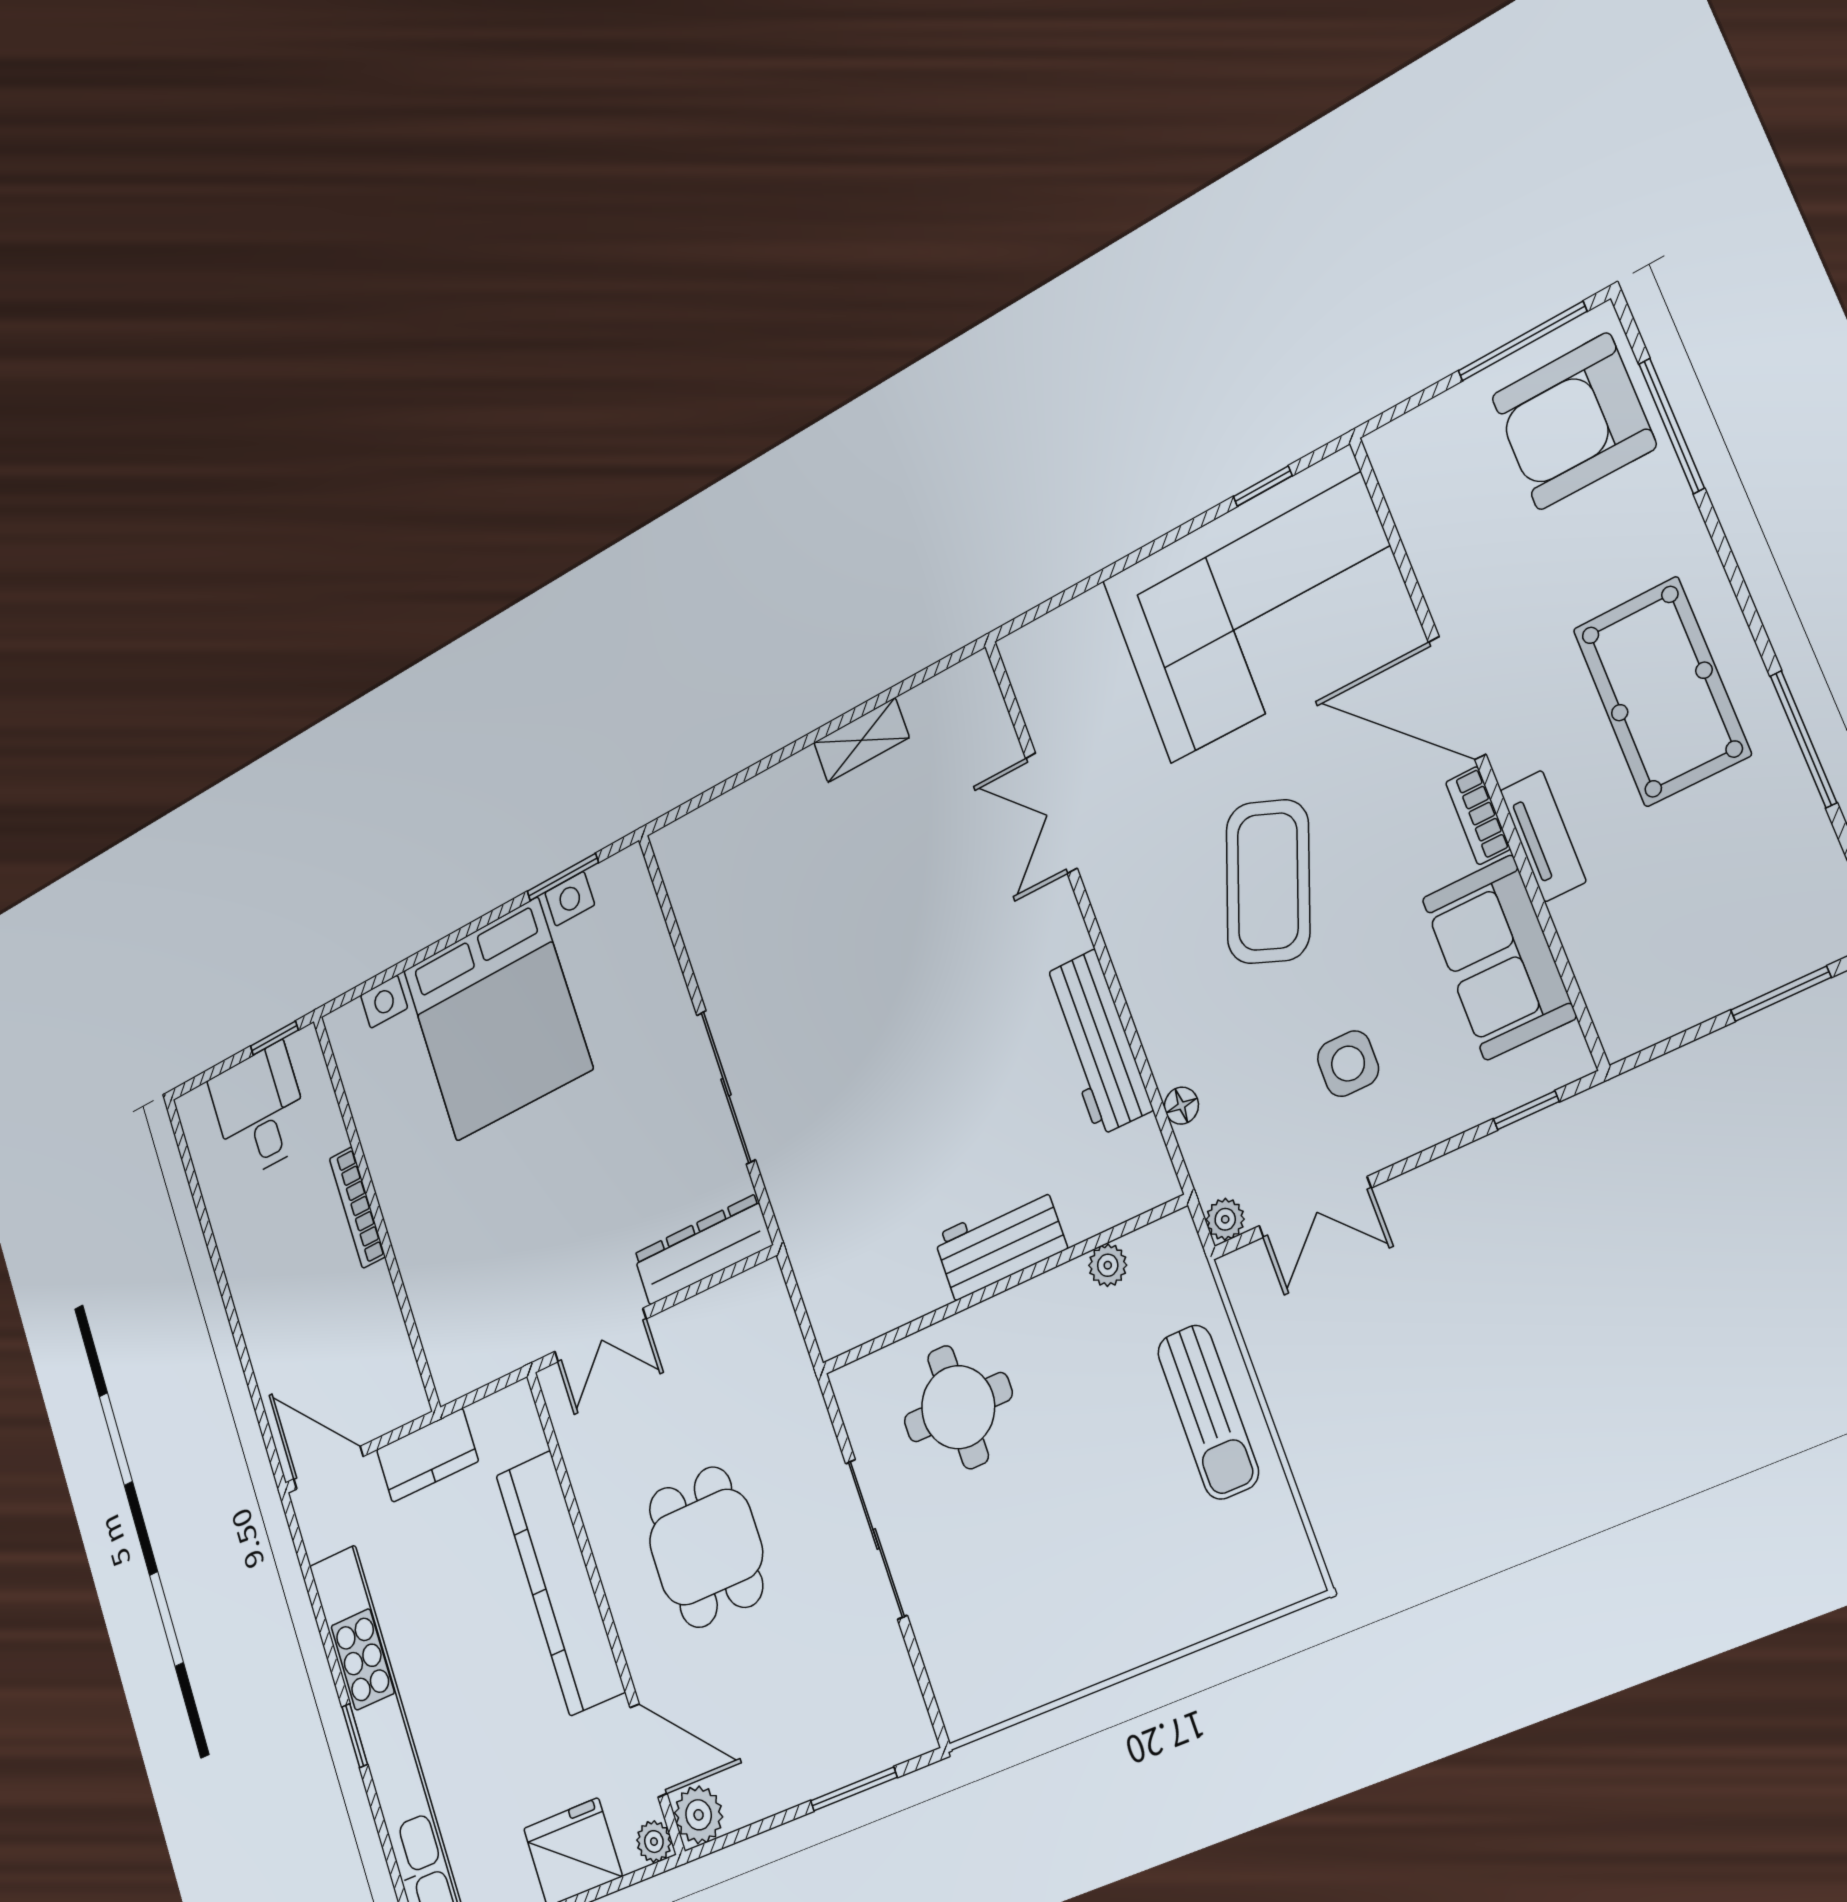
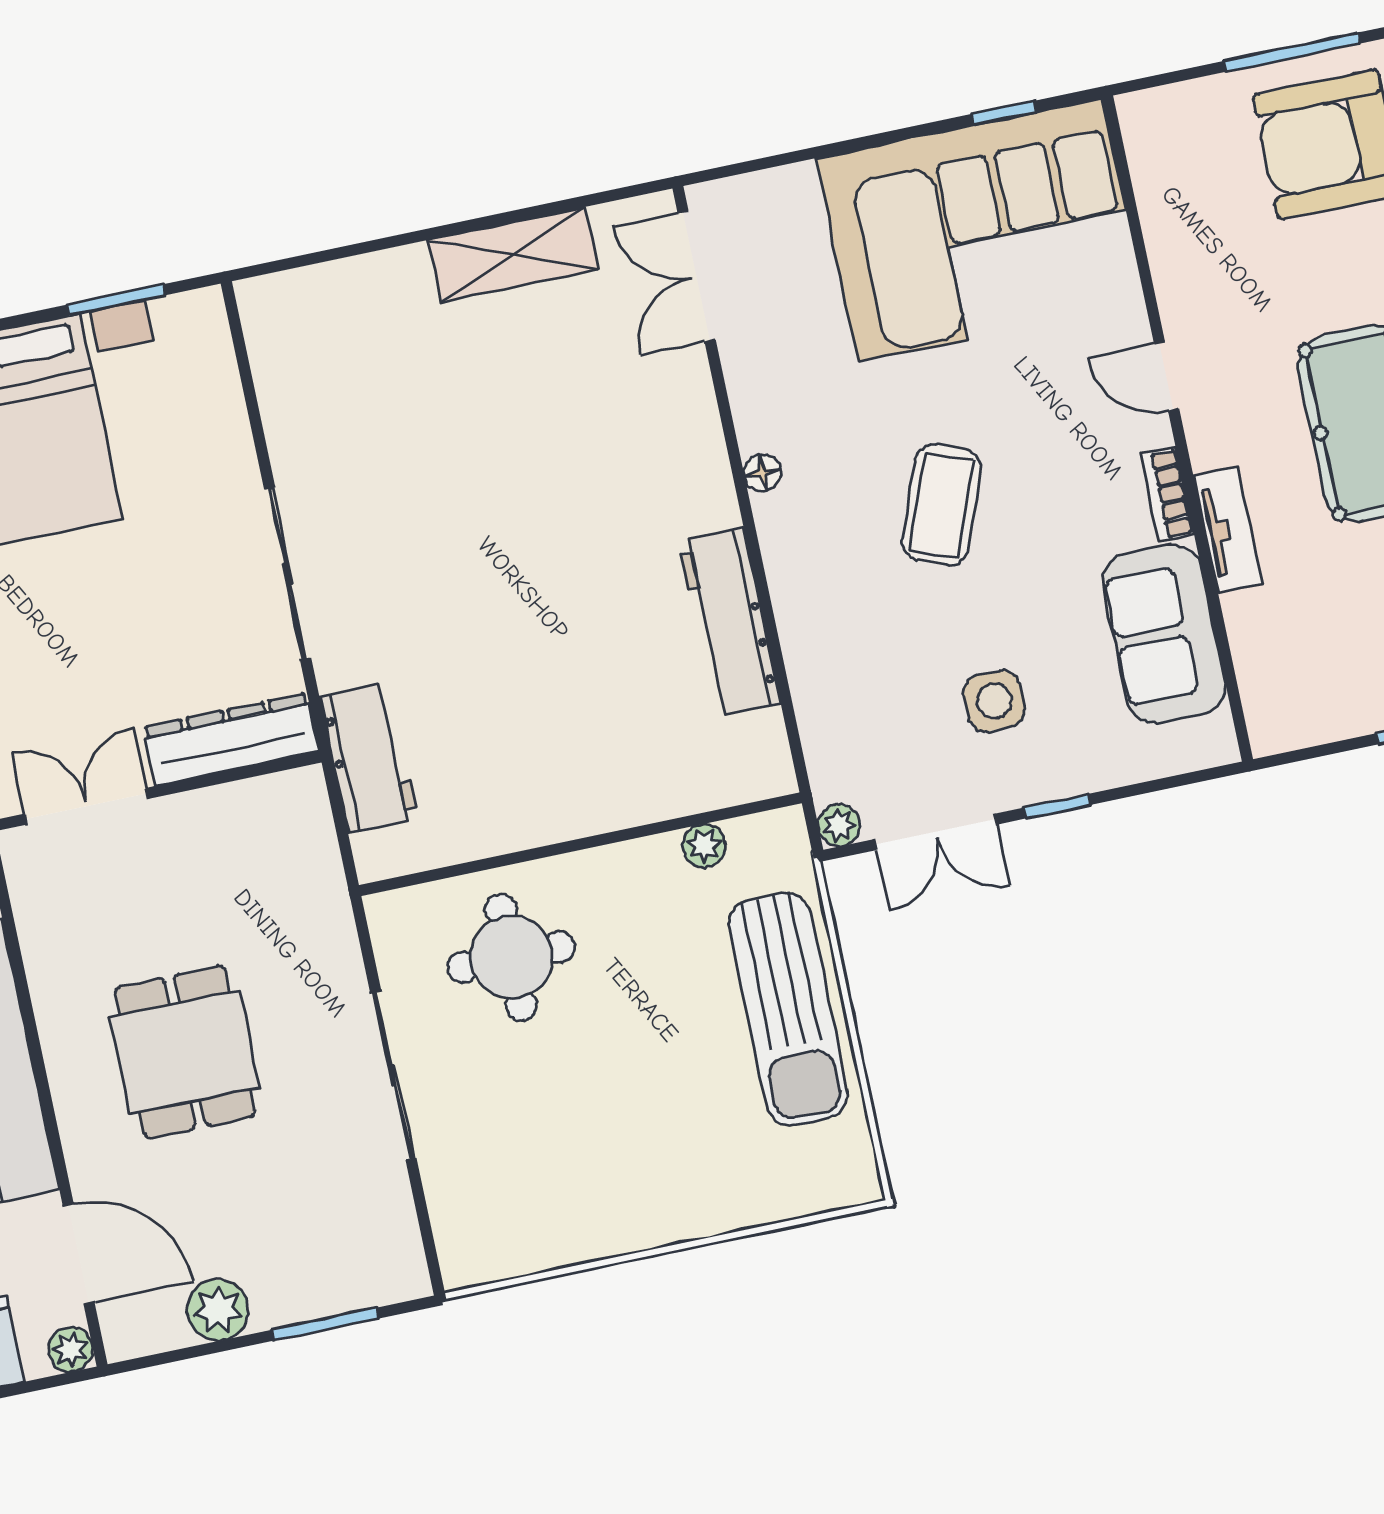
door: (1457, 698) -> (1167, 376), width x0.53
shelving: (861, 740) -> (513, 255), width x1.50, depth x1.33
double door: (1051, 813) -> (697, 276), moved
coffee table: (1268, 882) -> (942, 505), width x0.73, depth x0.76
floor lamp: (1181, 1106) -> (763, 473), moved
window: (1526, 1110) -> (1057, 806), moved
workbench: (1000, 1243) -> (369, 757), moved, turned 90
double door: (600, 1335) -> (86, 806), swing flipped
sun lounger: (1208, 1412) -> (789, 1009), width x1.36, depth x1.34
plant: (699, 1815) -> (218, 1310), moved

